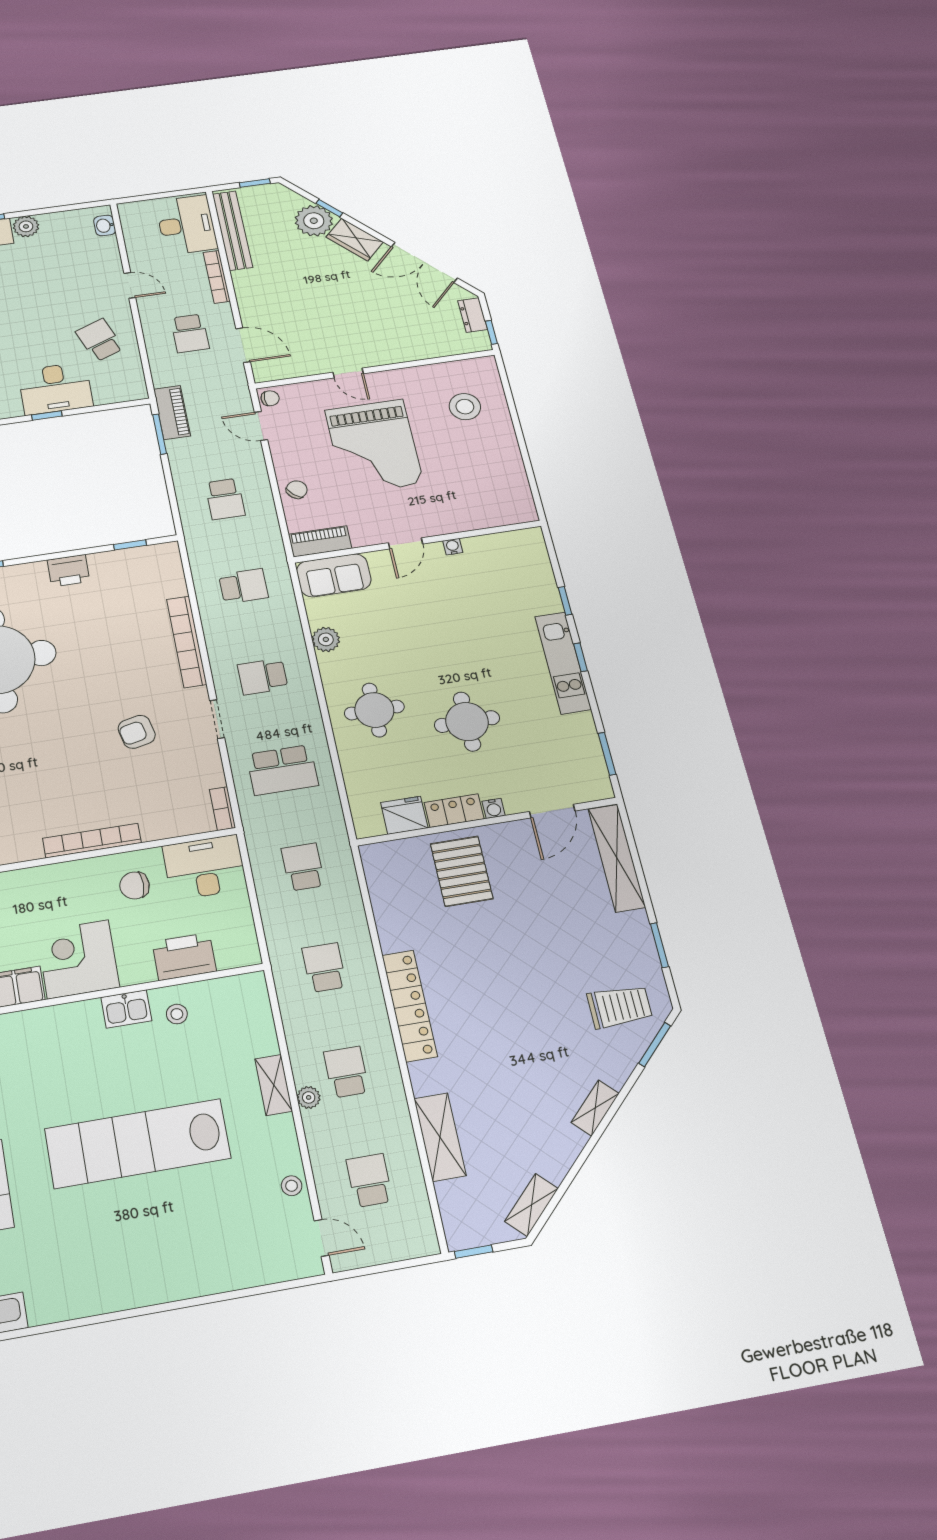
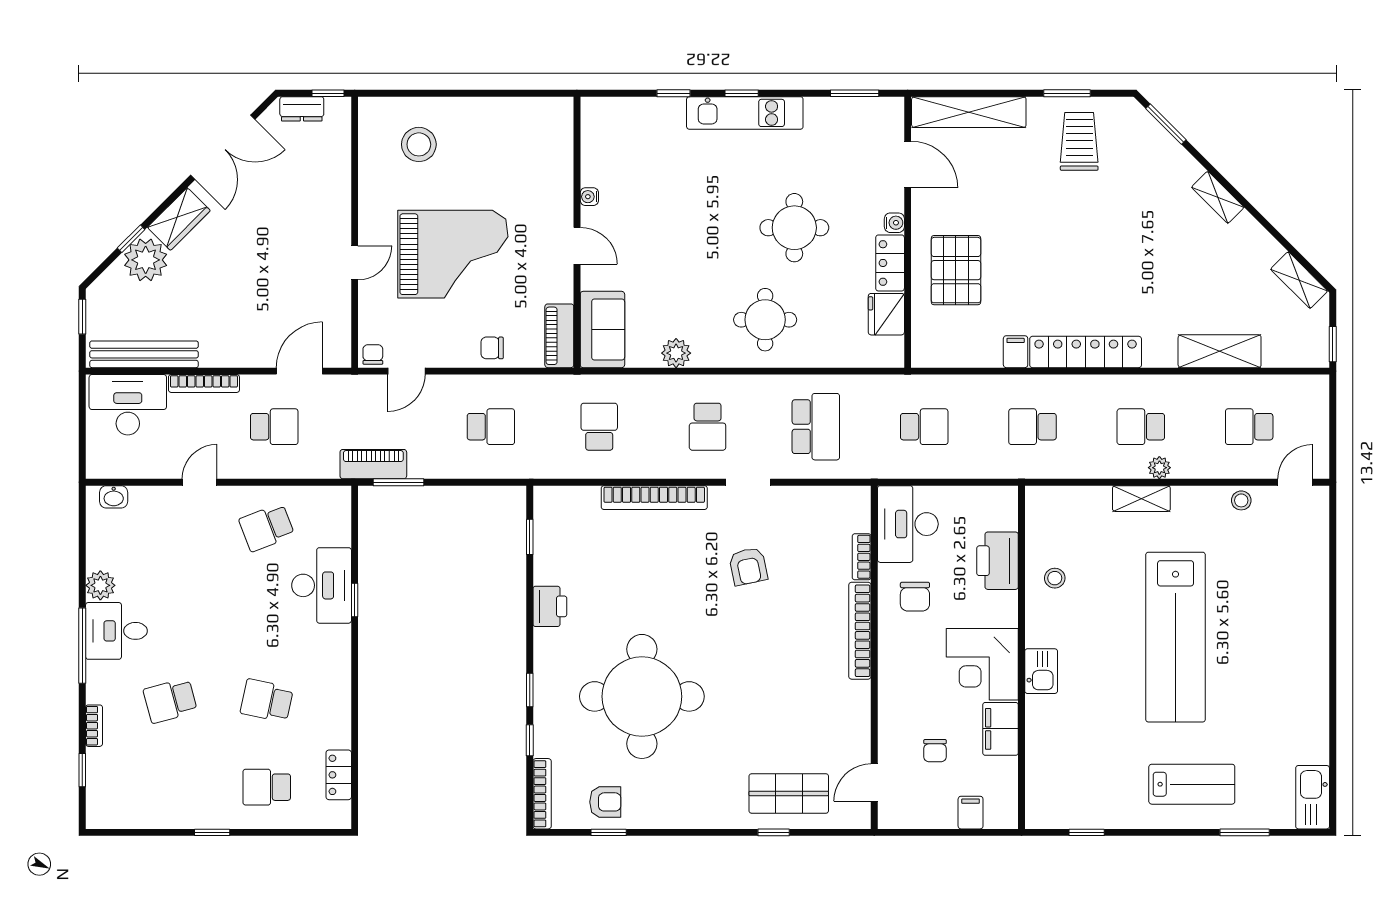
chair: (297, 490) -> (492, 348), turned -43
bookcase: (222, 809) -> (862, 557), moved, turned 90
school desk: (303, 867) -> (924, 427), turned 180
pallet: (462, 871) -> (956, 270), turned 90
filing cabinet: (395, 939) -> (1016, 352), added
trolley: (620, 1007) -> (1079, 141), moved
kitchen sink: (126, 1009) -> (1041, 671), moved

